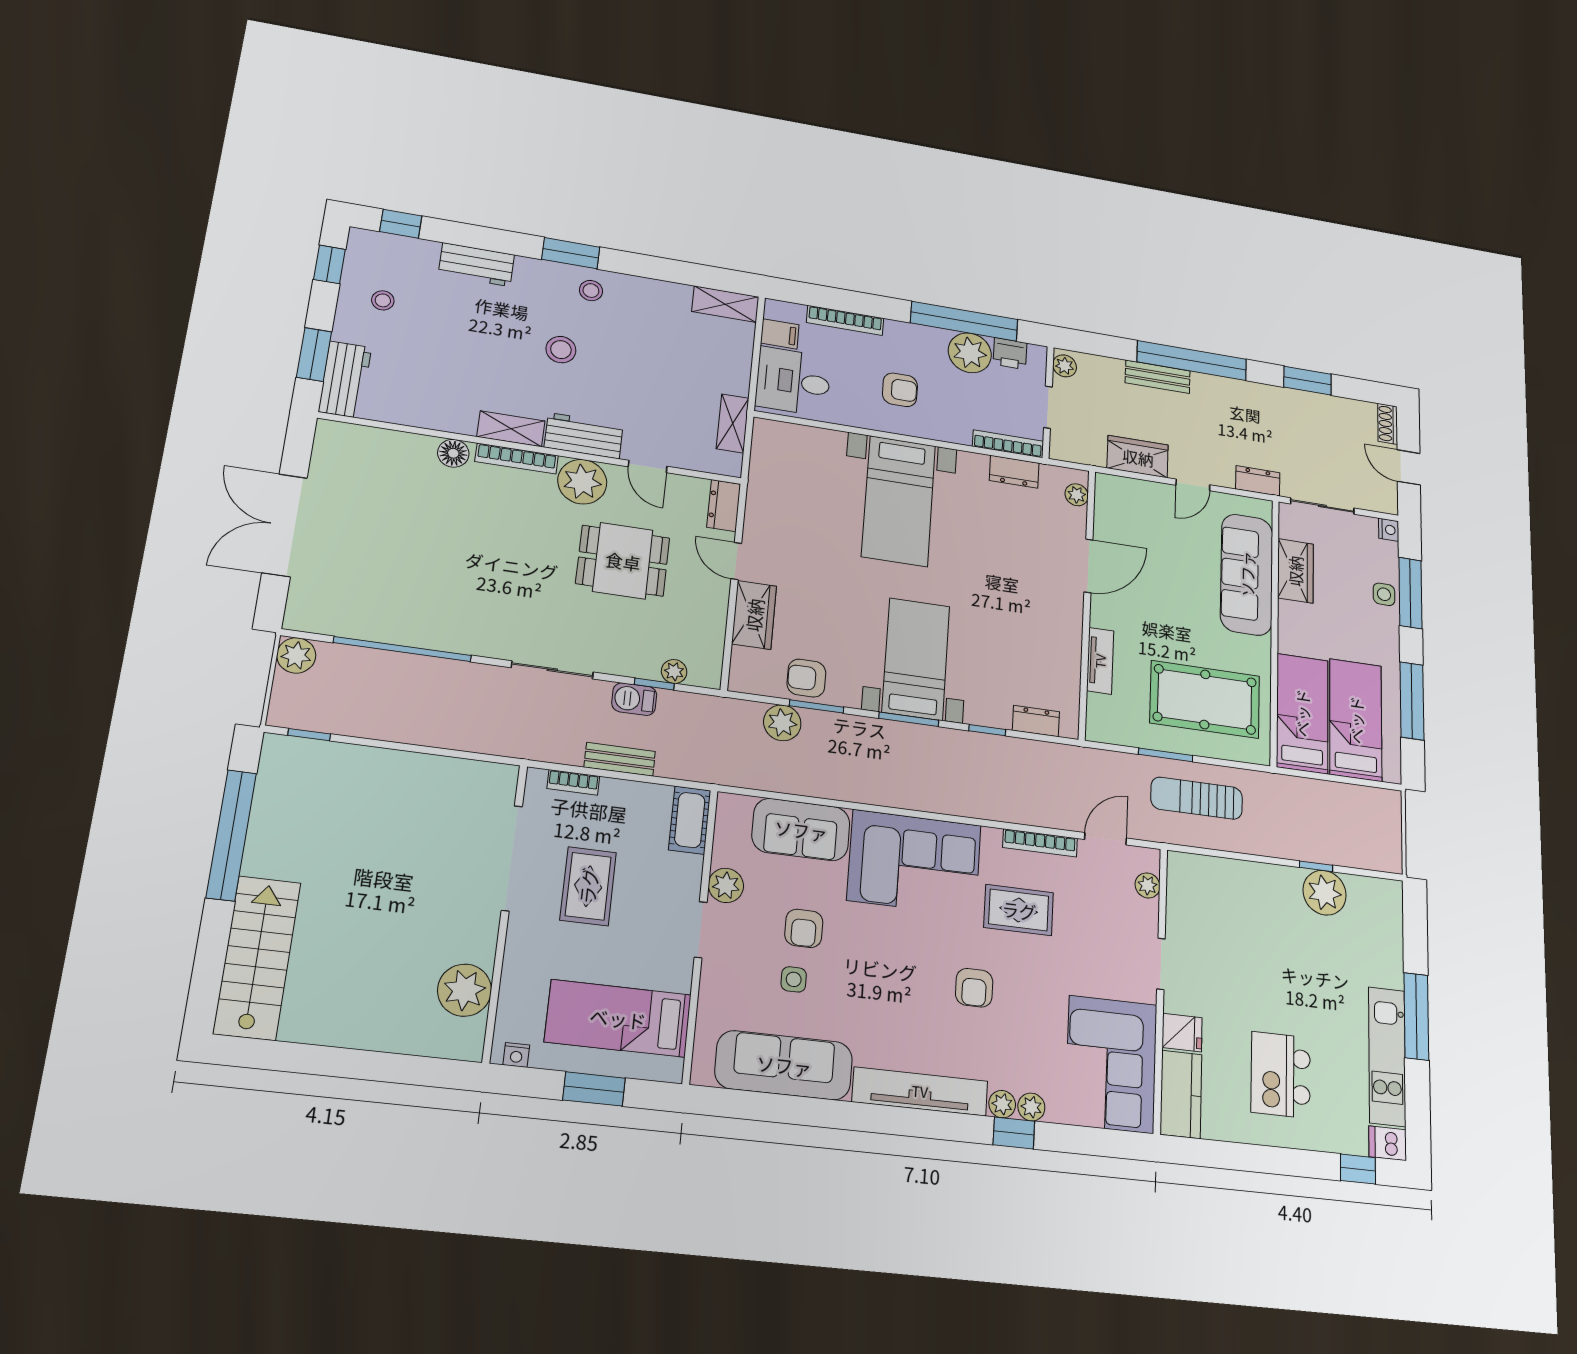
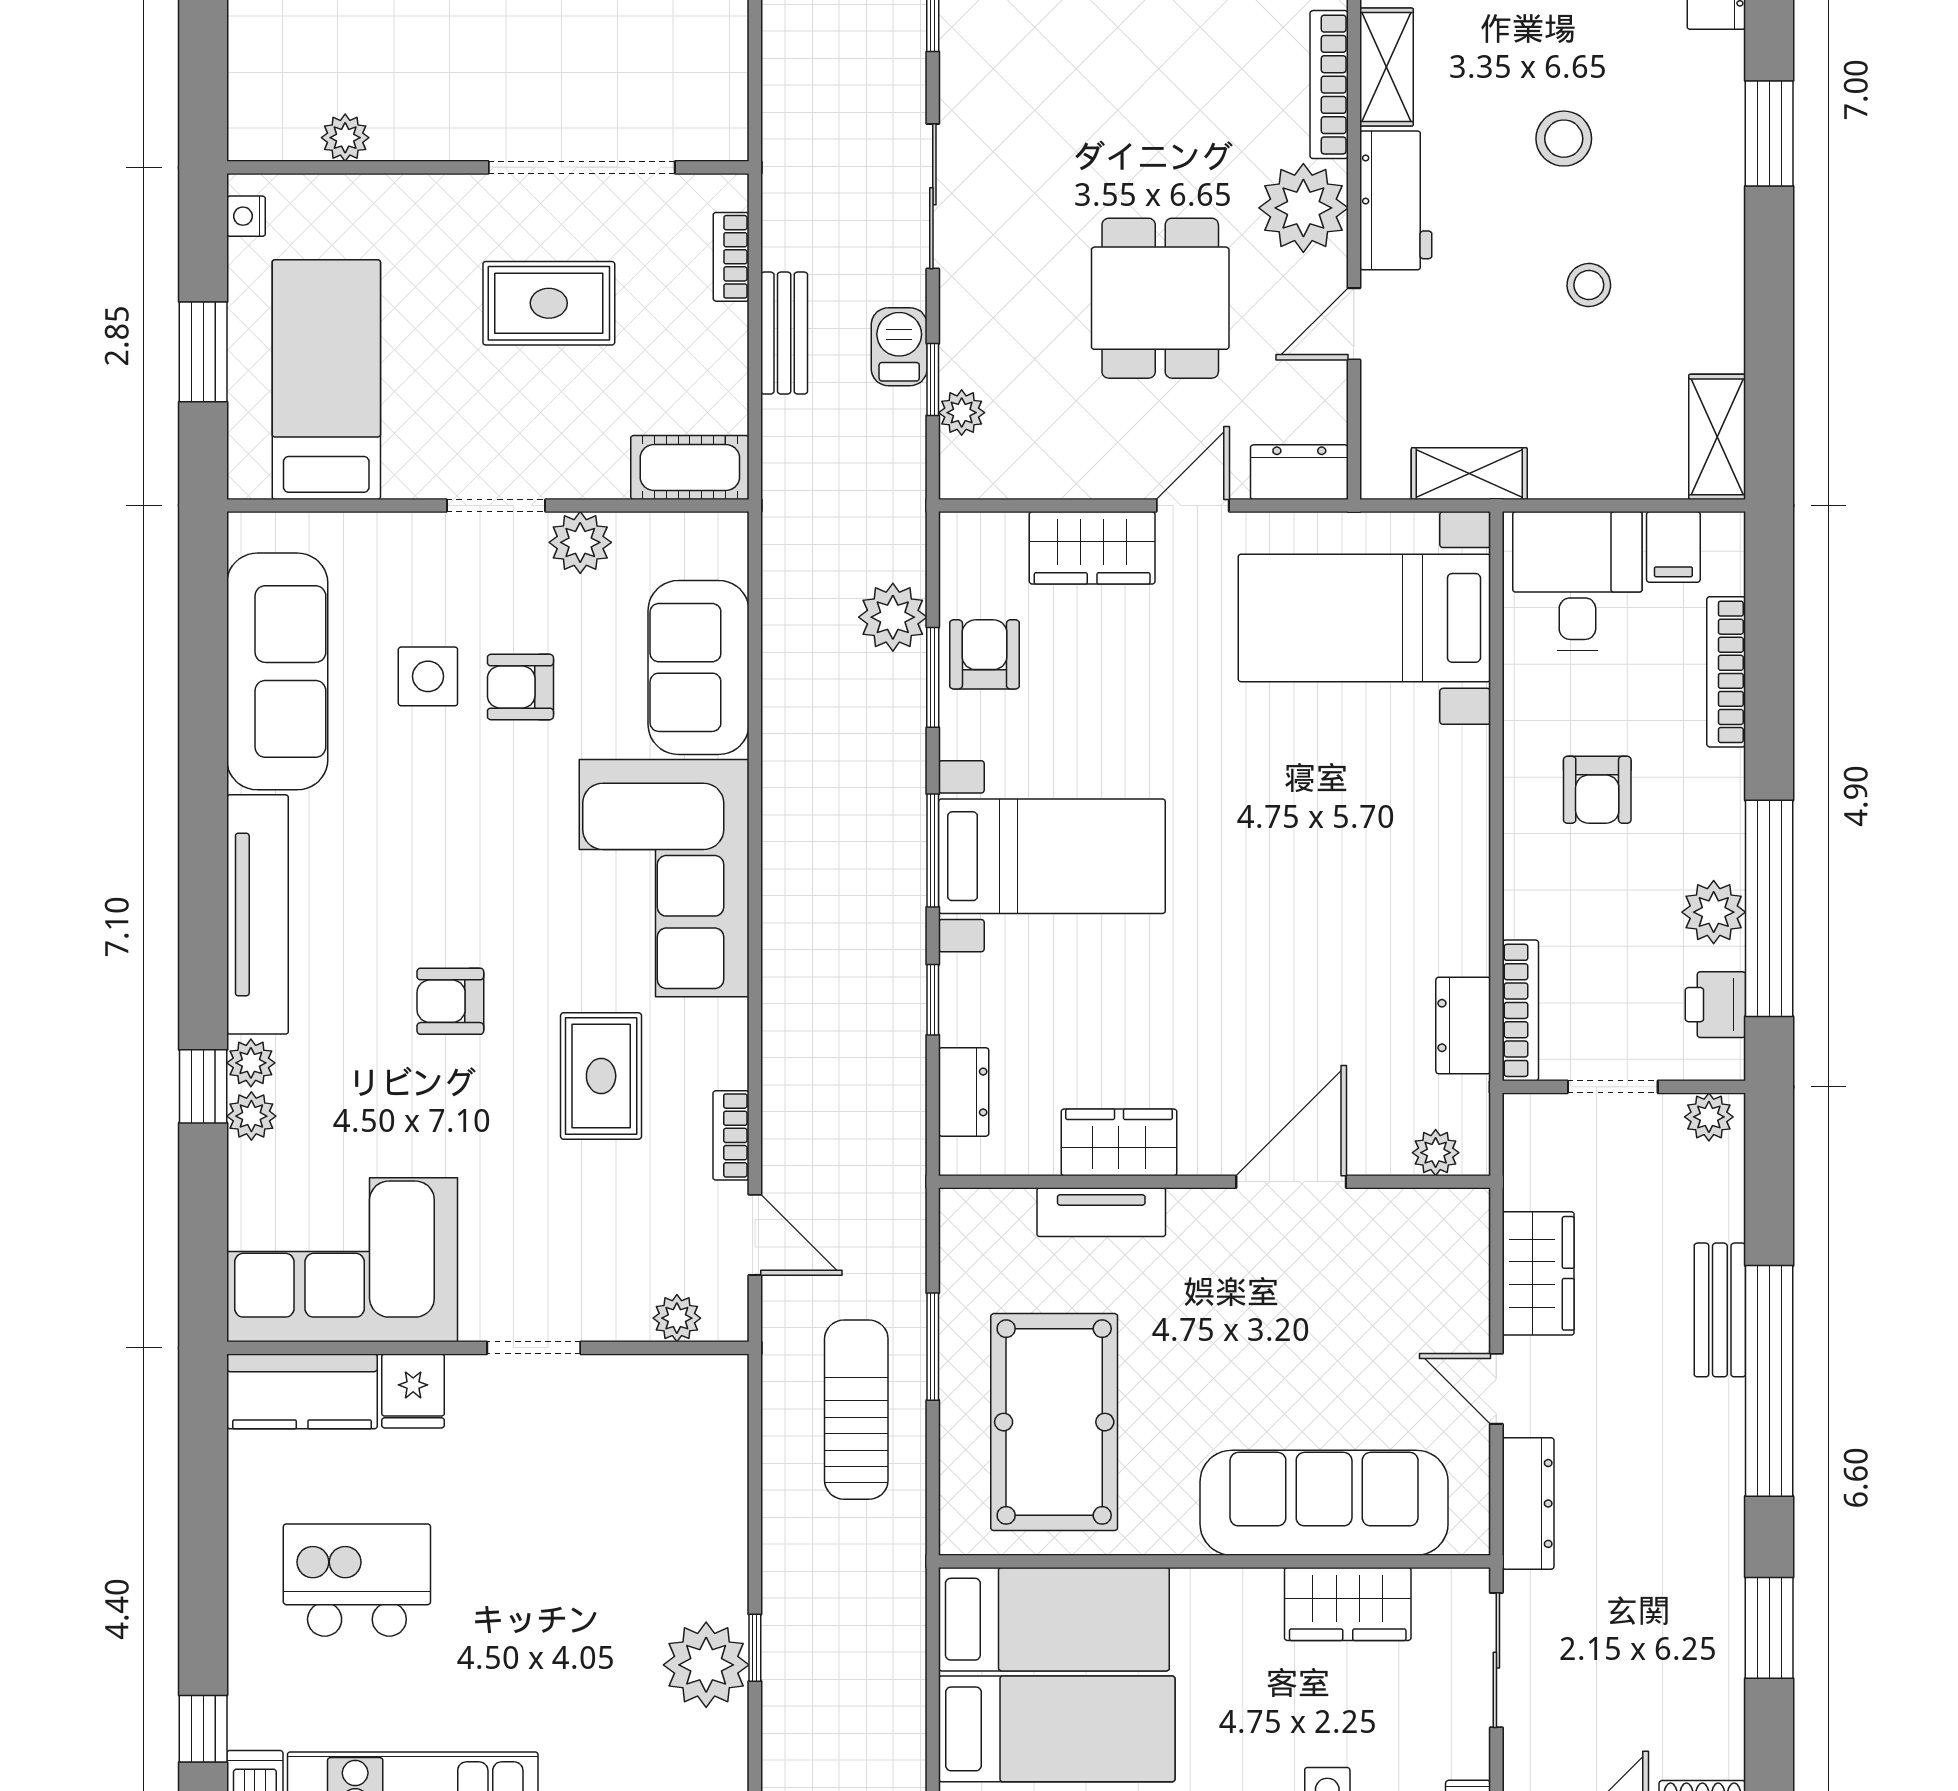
stool: (591, 291) -> (1589, 285), moved
plant: (970, 353) -> (1714, 912), width x0.73, depth x0.73
dresser: (1258, 481) -> (1528, 1503), width x1.44
bed with nightstands: (899, 501) -> (1364, 618), moved
door: (1088, 566) -> (1291, 1182), swing flipped
wardrobe: (1065, 647) -> (1119, 1142), added
bookcase: (1040, 843) -> (731, 1135), width x0.64
side table: (794, 979) -> (428, 676), width x1.37, depth x1.37
plant: (464, 990) -> (345, 138), width x0.53, depth x0.53

